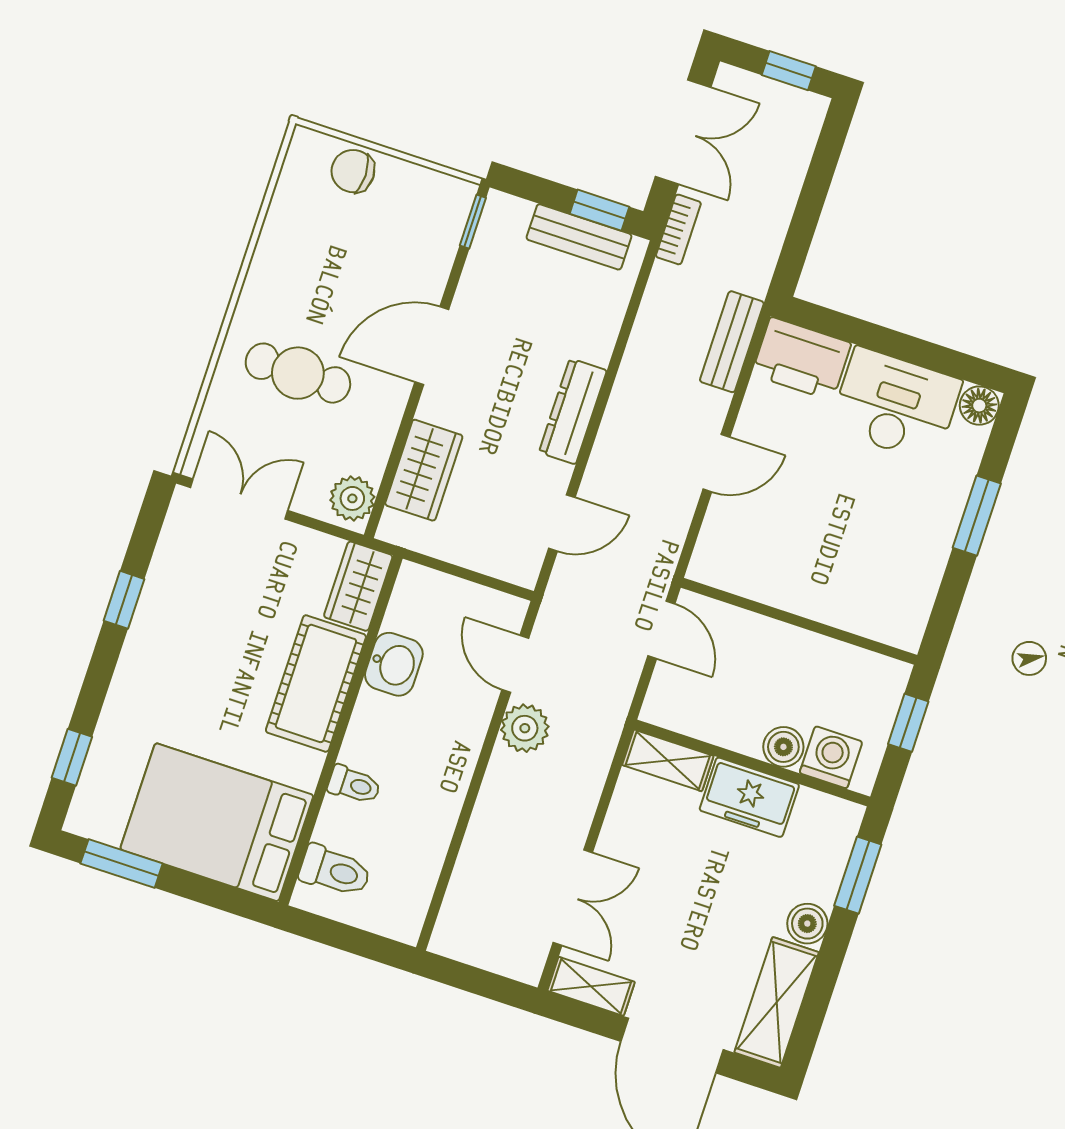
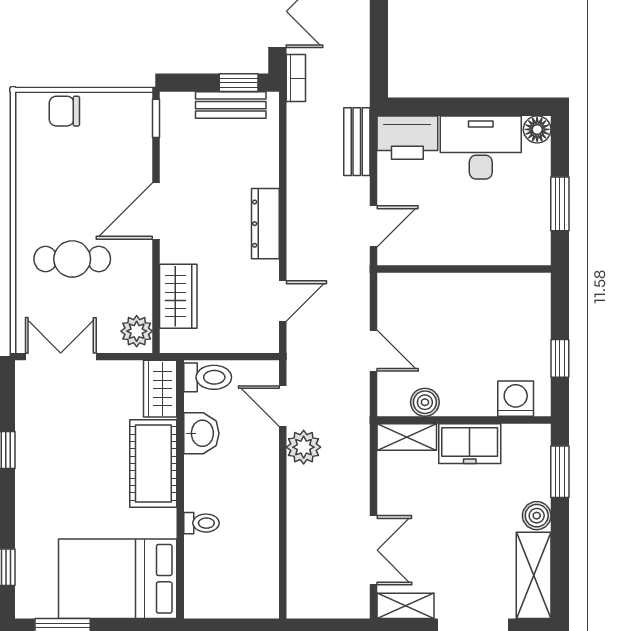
wall: (799, 621) -> (464, 269), moved
boiler: (783, 747) -> (425, 402), moved
toilet: (335, 871) -> (208, 377), moved

